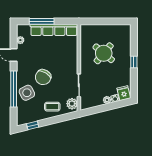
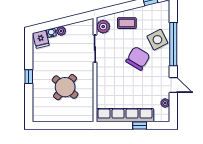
window: (42, 21) -> (140, 126), width x0.46

